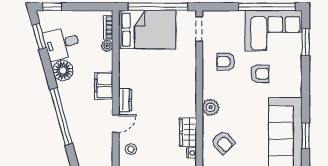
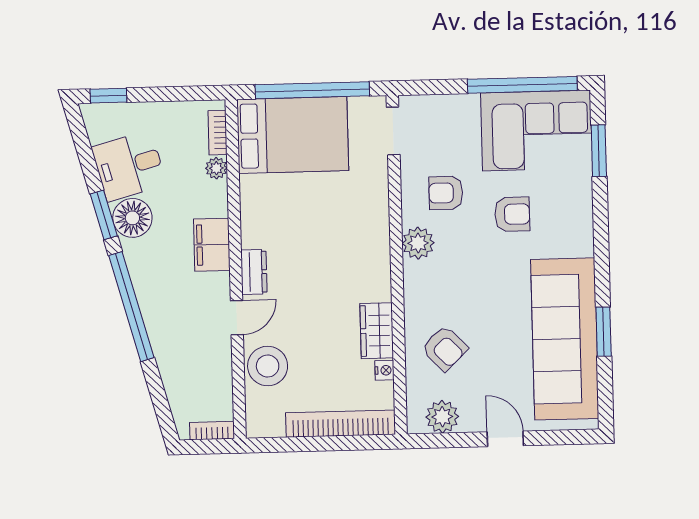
window: (39, 36) -> (104, 215), moved
plant: (211, 107) -> (418, 243), moved
stool: (131, 149) -> (268, 366), width x1.89, depth x1.89

